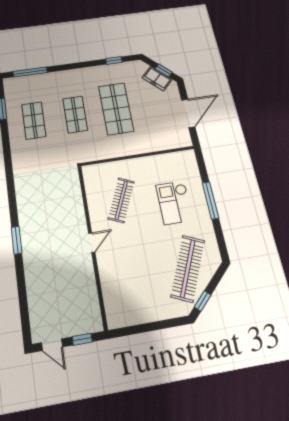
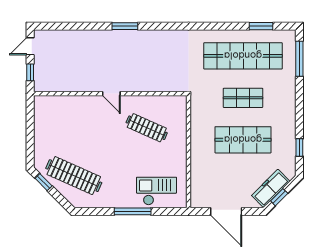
freezer: (157, 78) -> (271, 188), width x1.40
shop shelf: (34, 120) -> (243, 56), width x2.00, depth x1.36
checkout: (174, 203) -> (156, 191), moved

